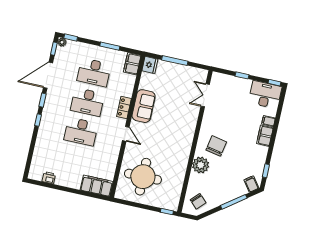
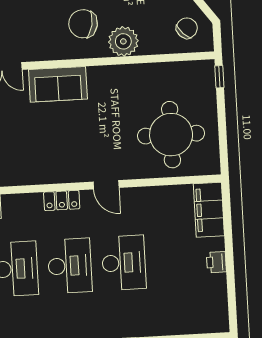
sofa: (144, 106) -> (58, 84), moved, turned 180
door: (126, 134) -> (106, 185), swing flipped
printer: (49, 178) -> (216, 262), moved

